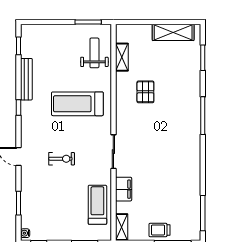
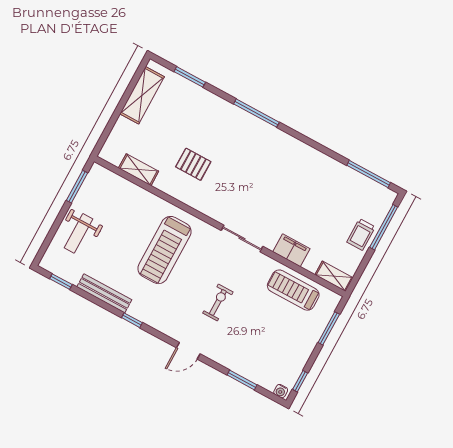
weight bench: (94, 53) -> (78, 233), moved, turned -90

